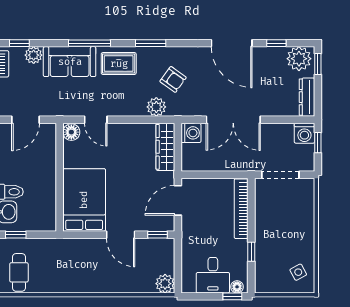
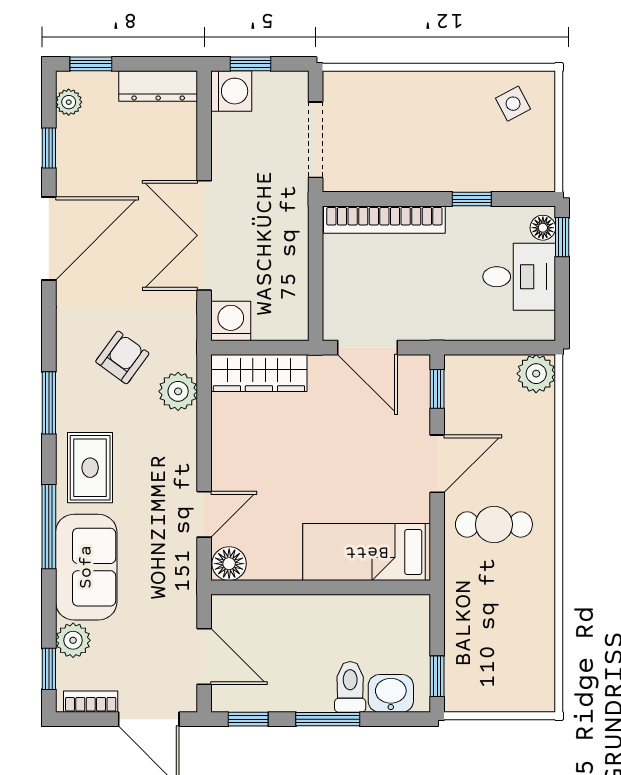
plant: (299, 59) -> (69, 102), width x0.53, depth x0.53
double door: (233, 120) -> (204, 235), swing flipped
bed: (84, 200) -> (367, 552), width x0.67
cafe table: (19, 272) -> (494, 524), moved

